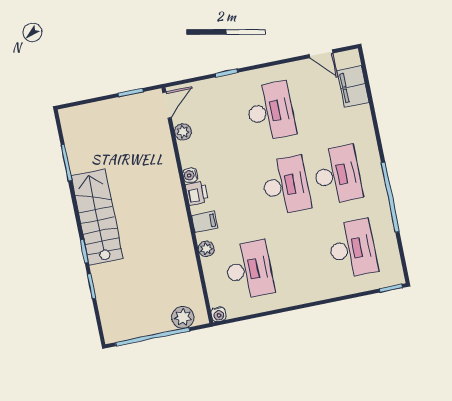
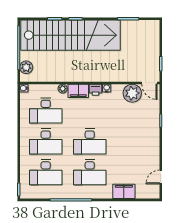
filing cabinet: (353, 86) -> (124, 191), moved
desk: (271, 111) -> (46, 141), moved
plant: (183, 132) -> (132, 93), width x1.87, depth x1.87
stairs: (97, 217) -> (70, 35), width x1.86, depth x1.51
filing cabinet: (205, 222) -> (78, 91), width x2.00

